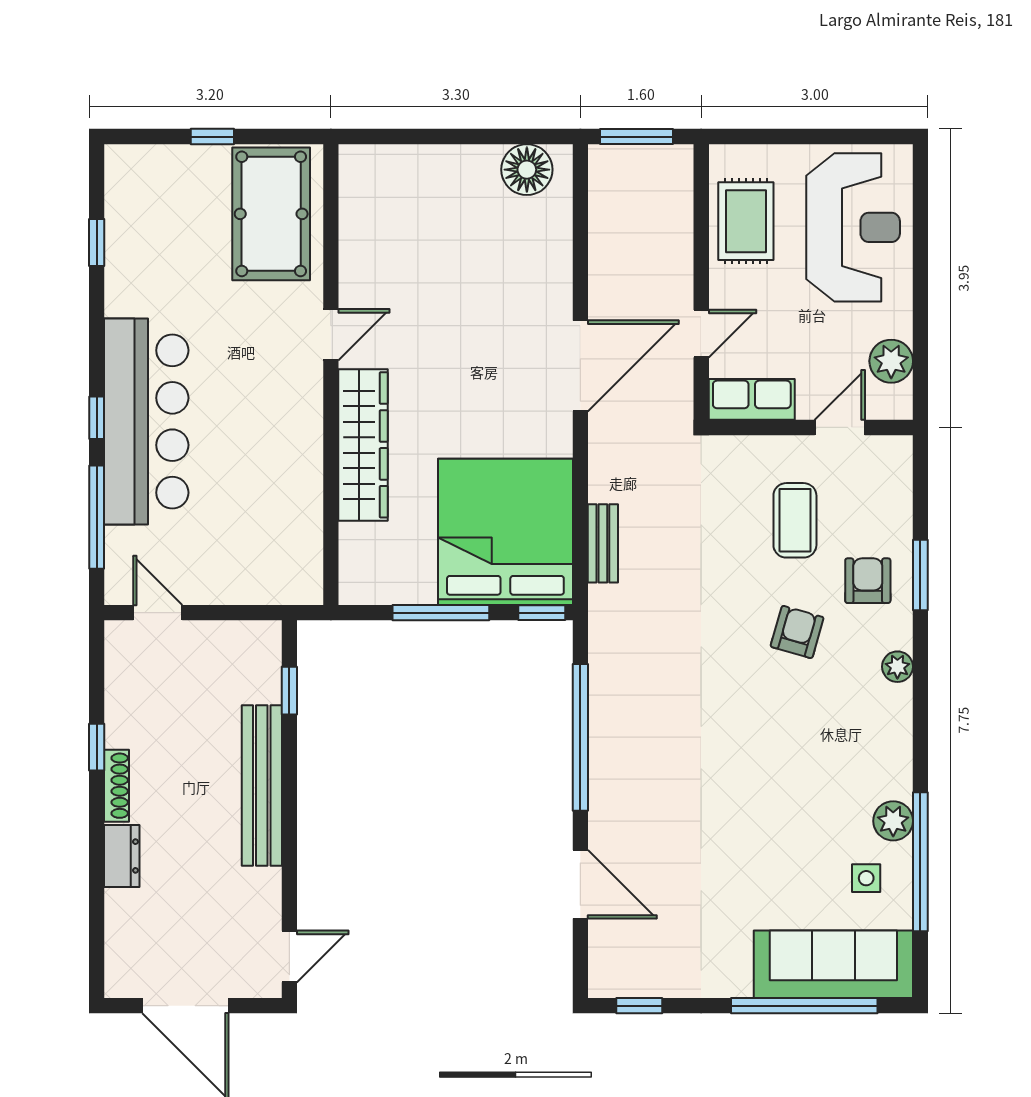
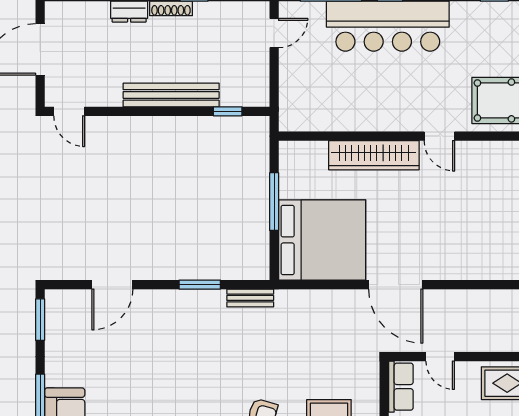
door: (580, 366) -> (396, 285), moved
bench: (603, 543) -> (250, 298), moved
window: (542, 613) -> (274, 262), removed
window: (580, 737) -> (200, 285), width x0.47
window: (639, 1006) -> (40, 320), width x1.50

